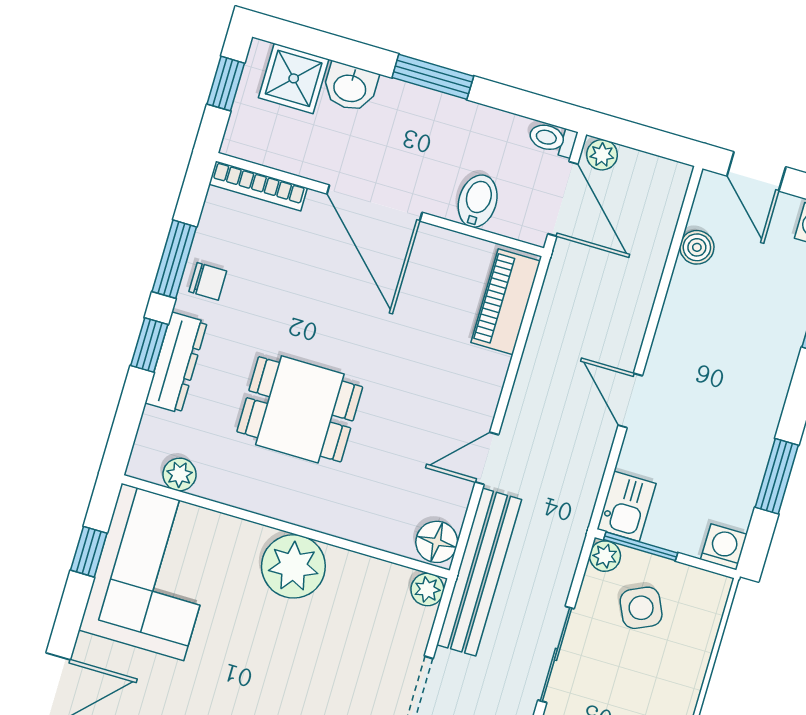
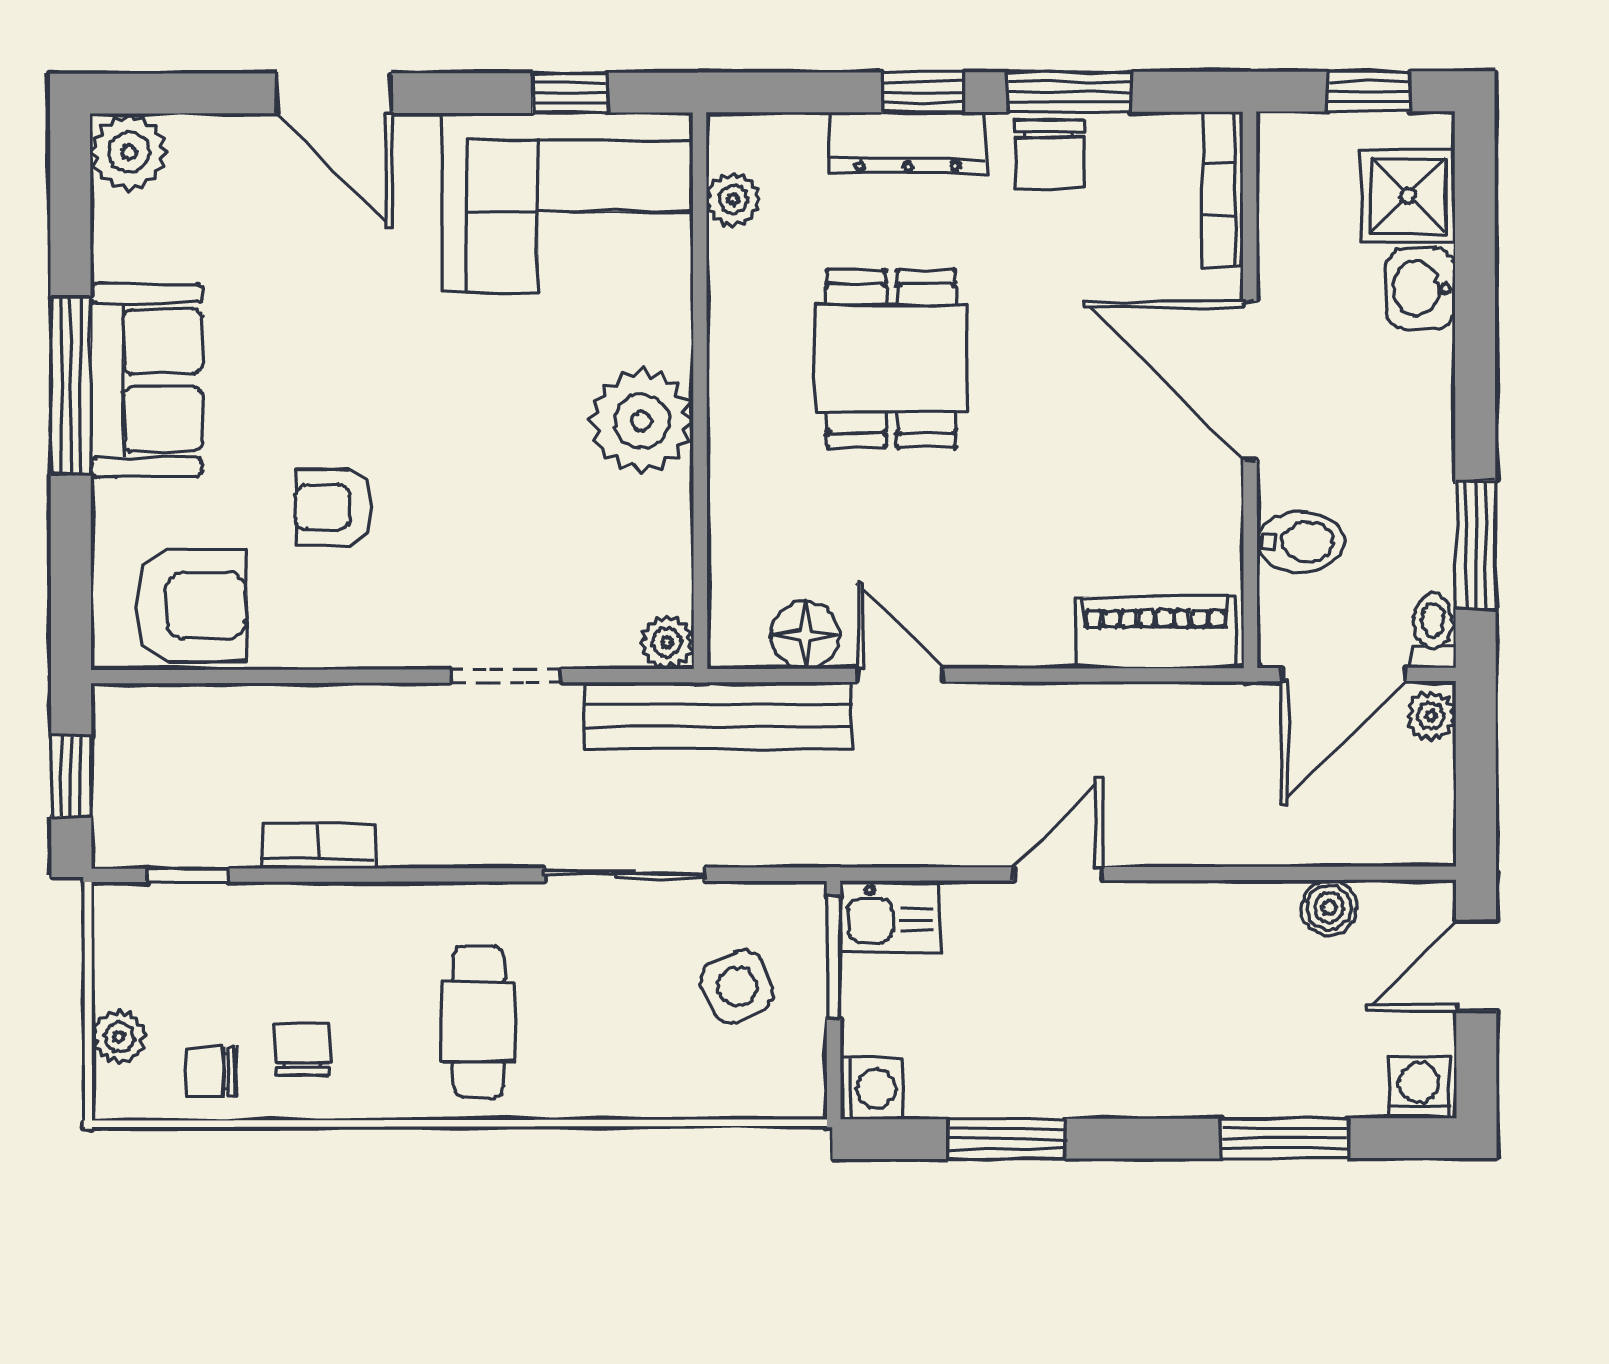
window: (433, 77) -> (1475, 544), moved
door: (375, 203) -> (1250, 381), hinge flipped
chair: (208, 281) -> (1050, 155), width x1.37, depth x1.37
floor lamp: (437, 542) -> (805, 635), moved
plant: (605, 556) -> (802, 906), removed

